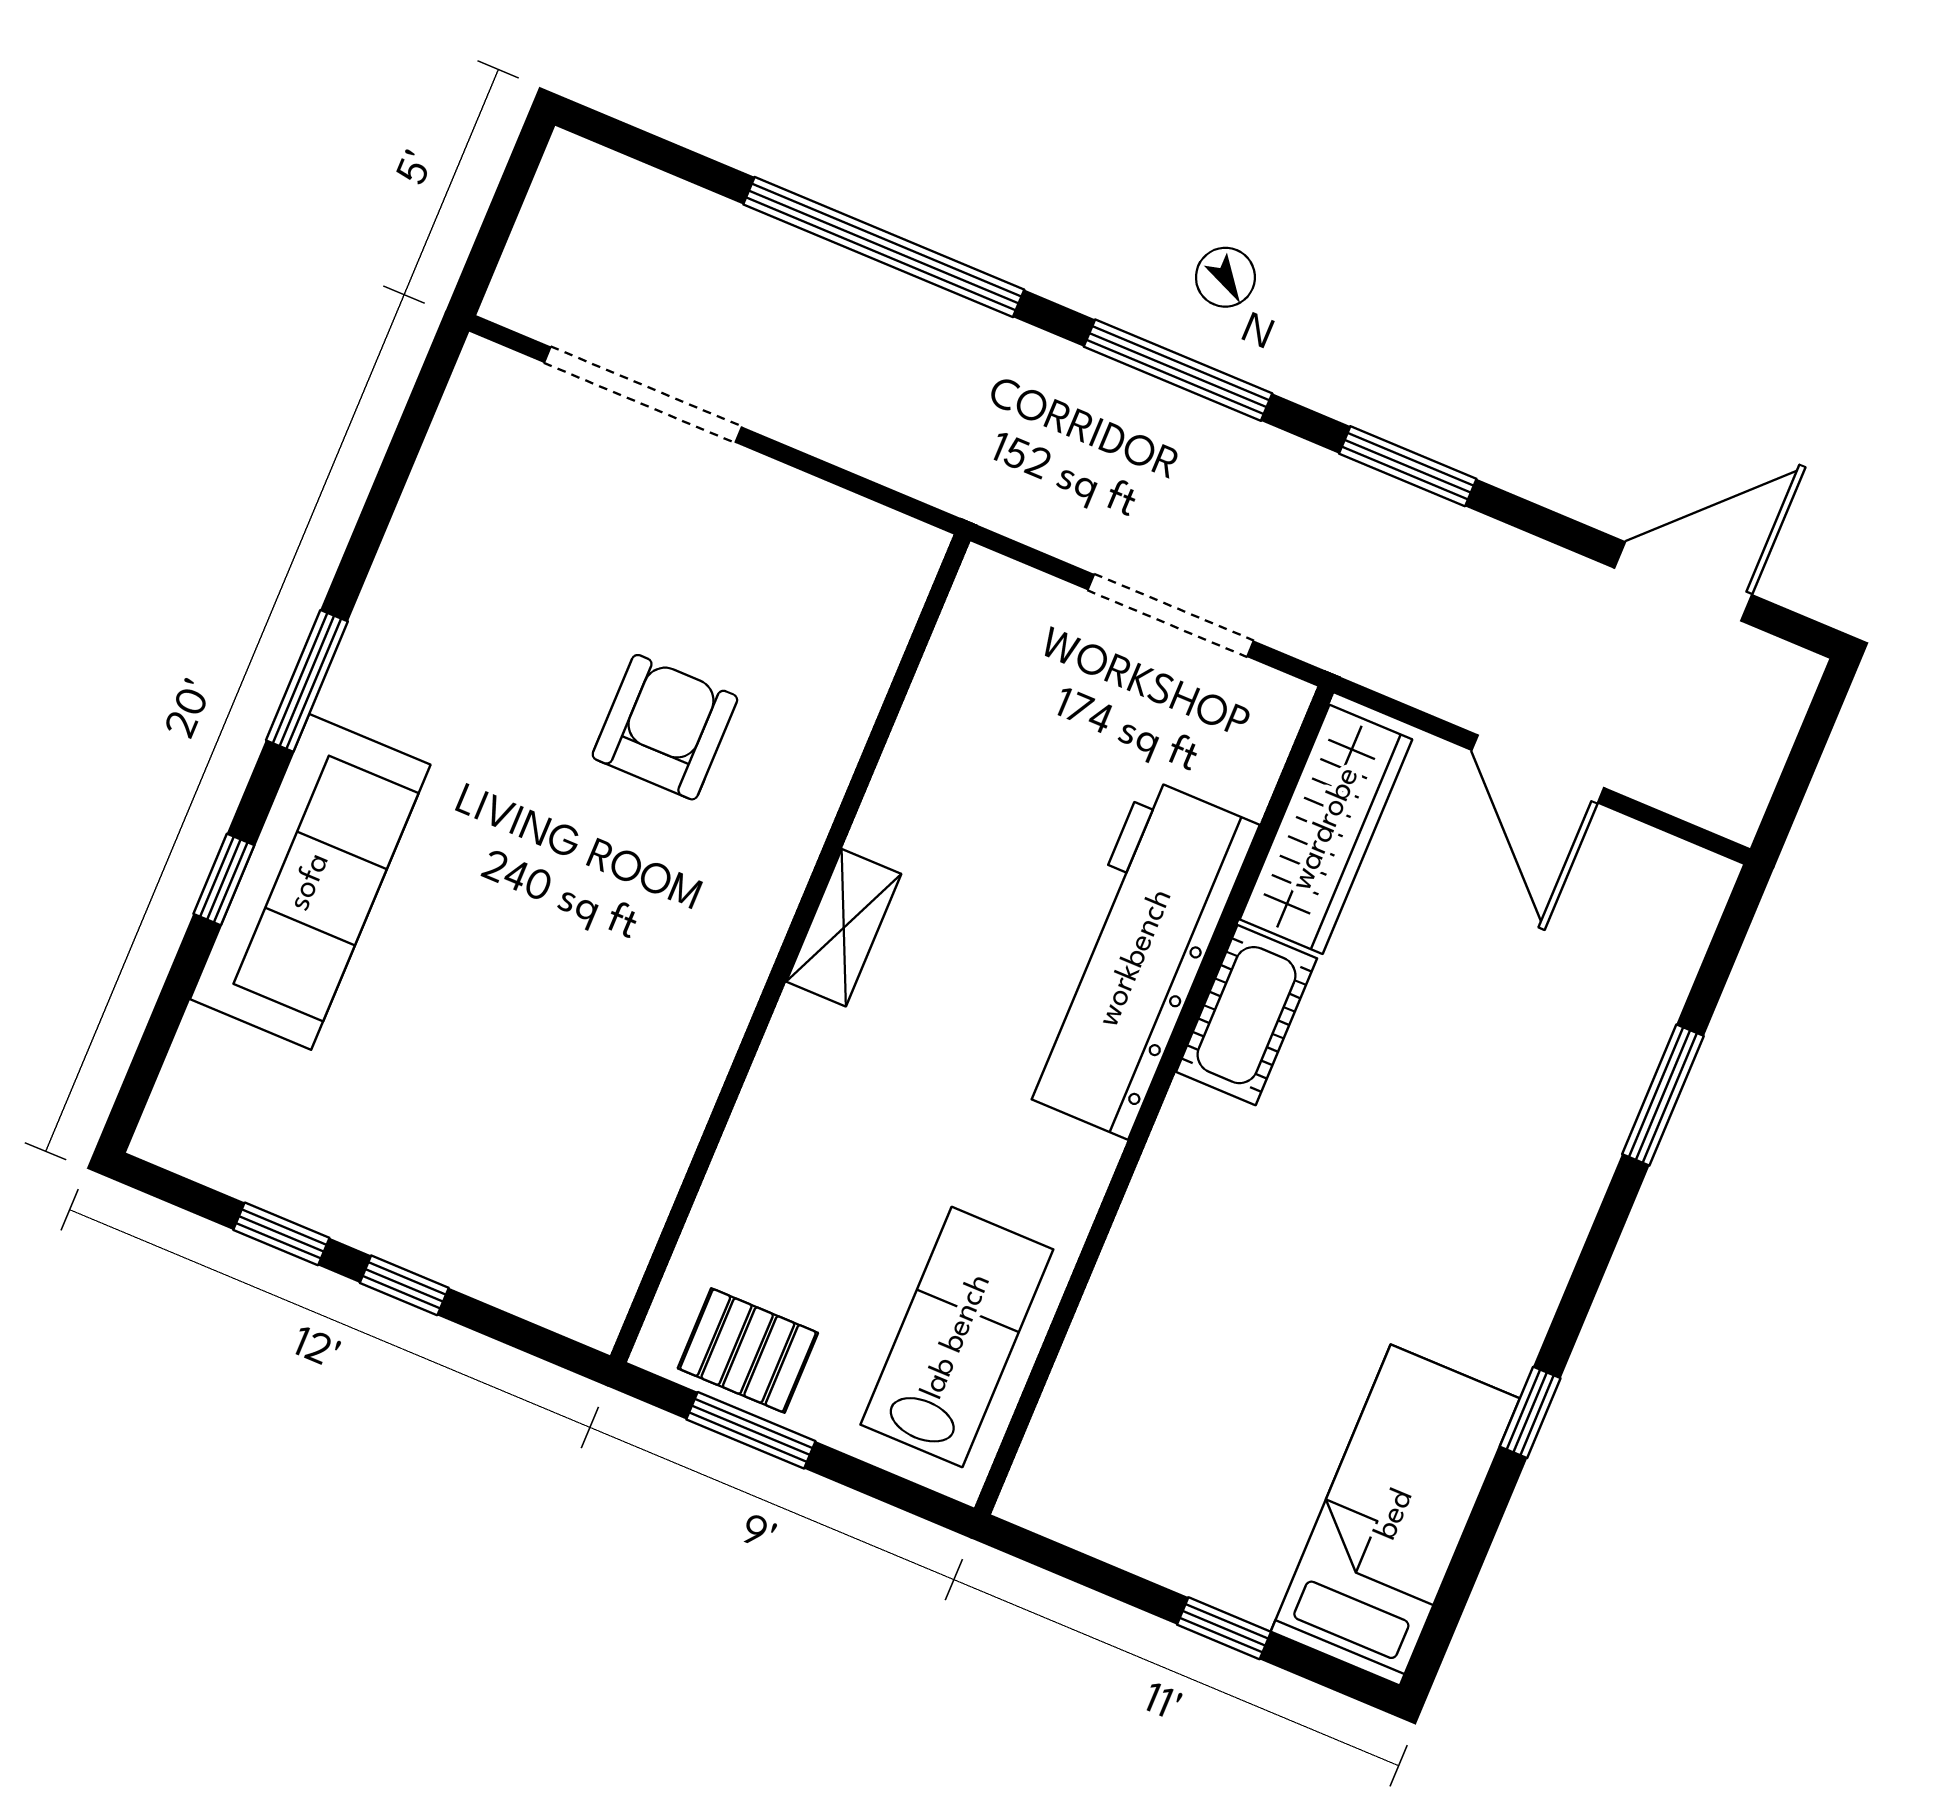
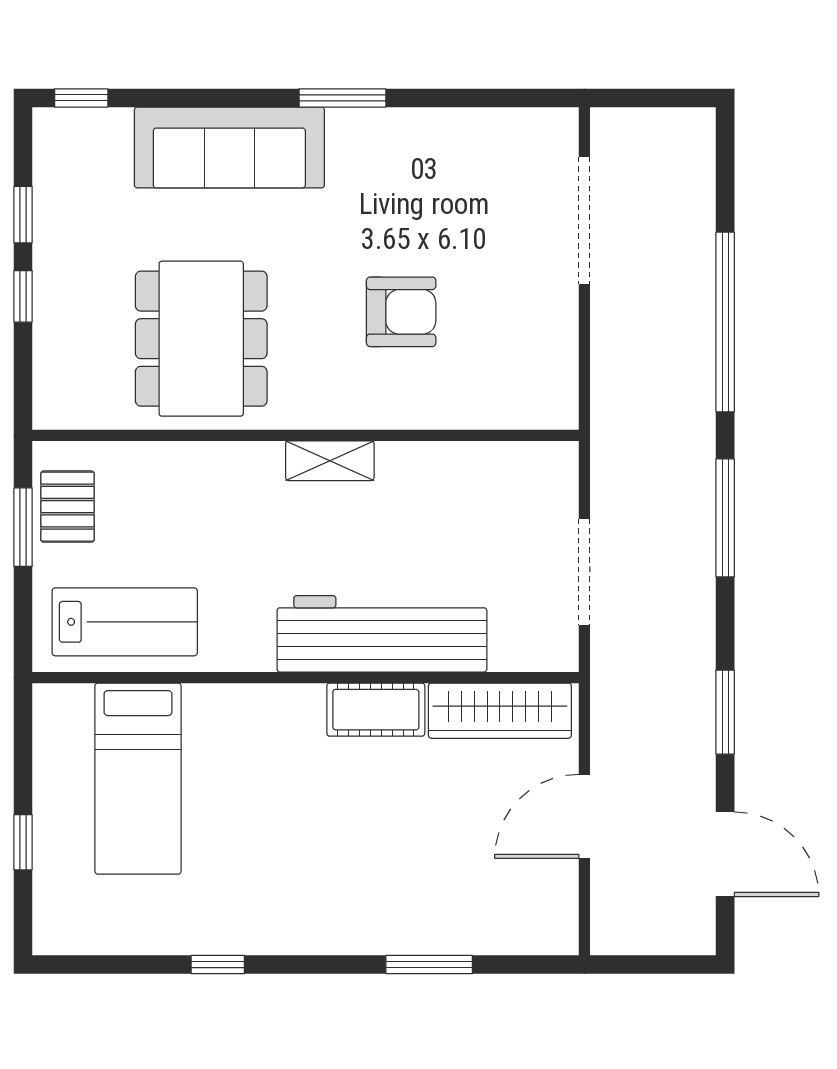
window: (1408, 466) -> (725, 712), moved
window: (224, 879) -> (81, 98), moved
dining table: (580, 1044) -> (201, 339), added
bed: (1395, 1515) -> (138, 779), moved, turned 90

